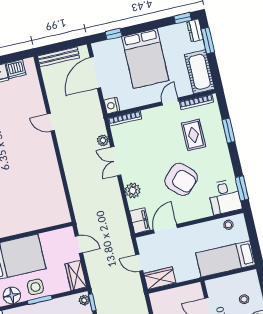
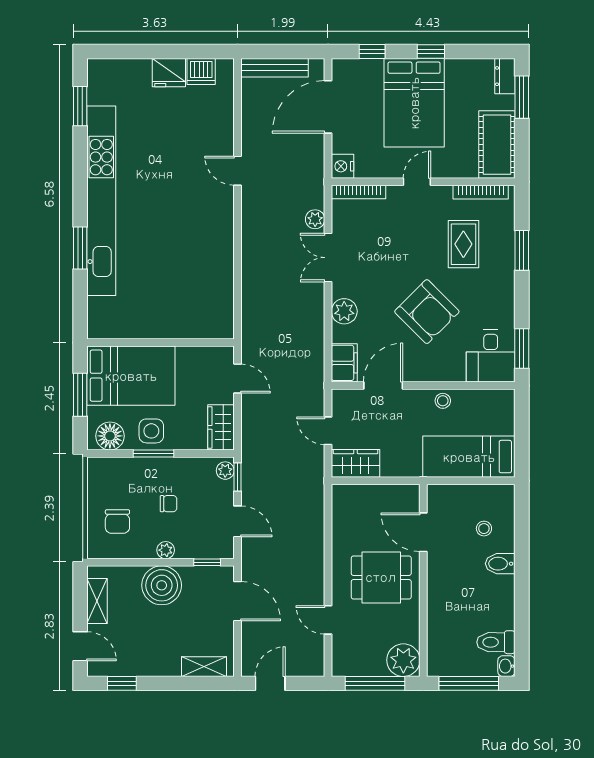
window: (183, 18) -> (431, 51), moved
door: (170, 102) -> (417, 182), moved
stool: (228, 225) -> (443, 401), moved

